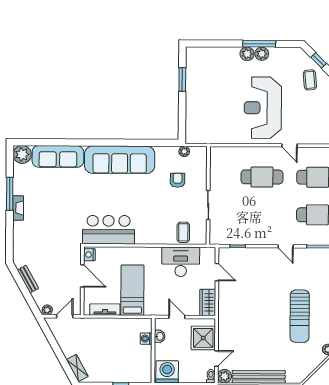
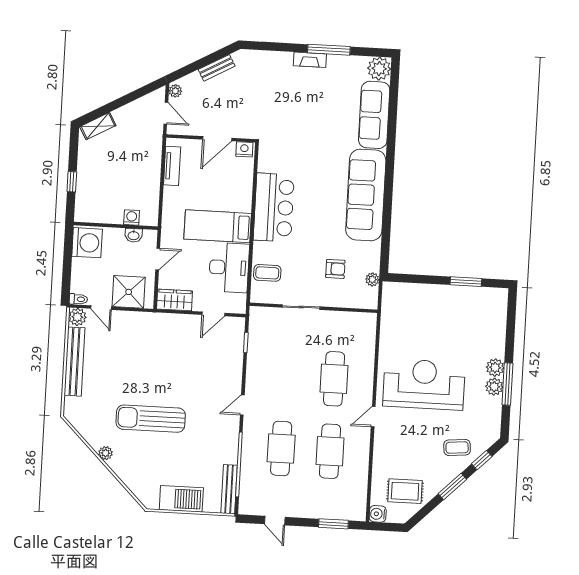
bar counter: (109, 230) -> (274, 207), moved
bed: (132, 290) -> (218, 226), moved, turned 180

